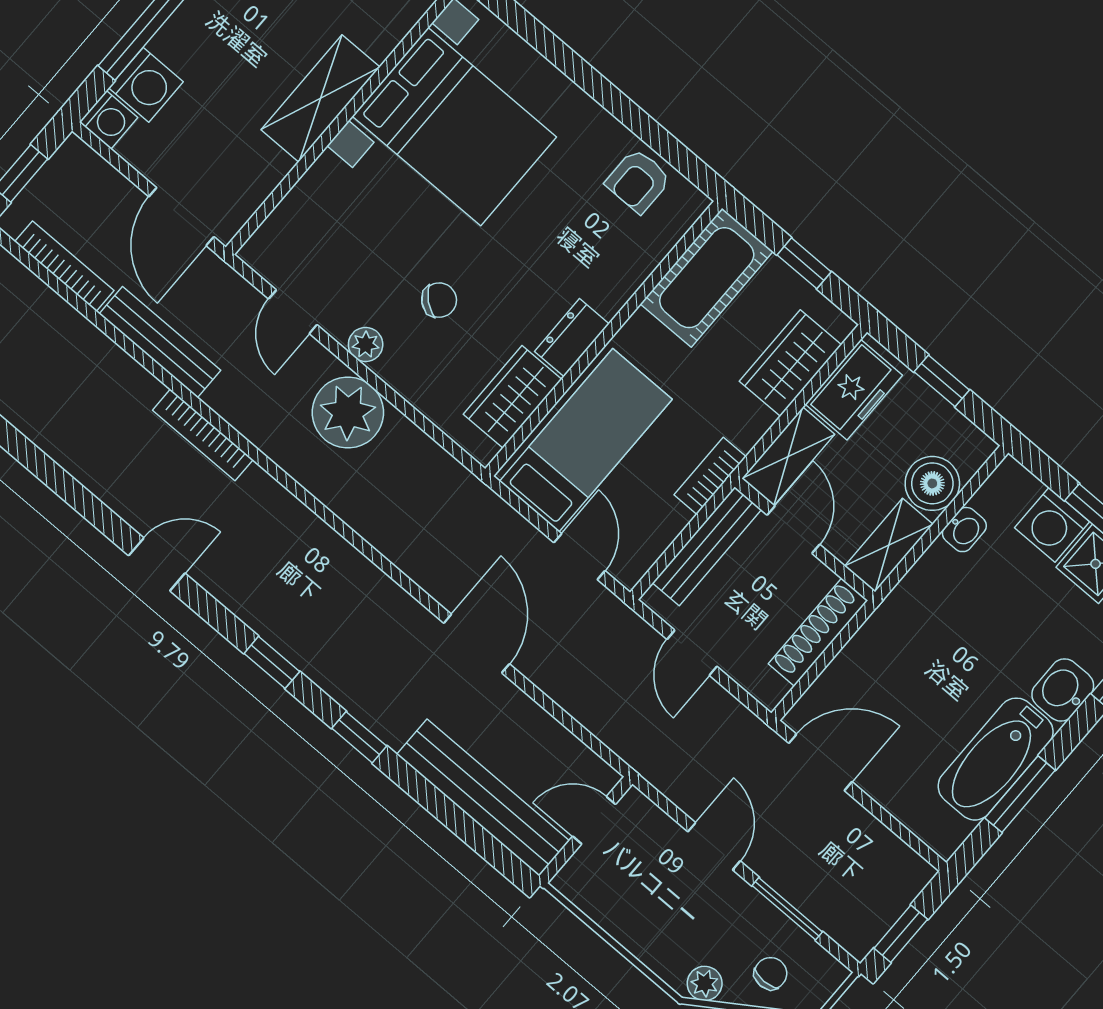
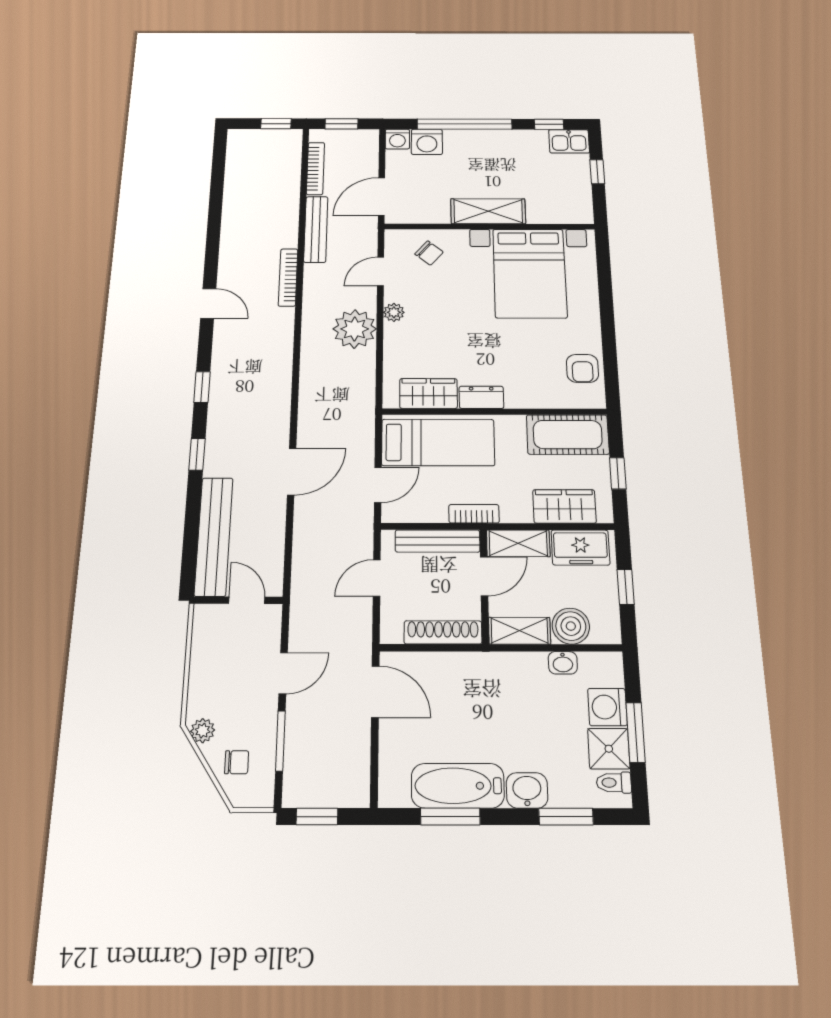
armchair: (638, 181) -> (582, 368), turned -90
chair: (439, 300) -> (429, 253), moved

